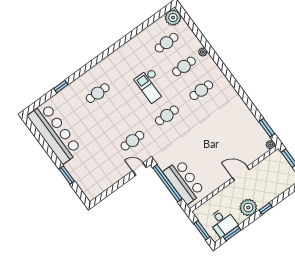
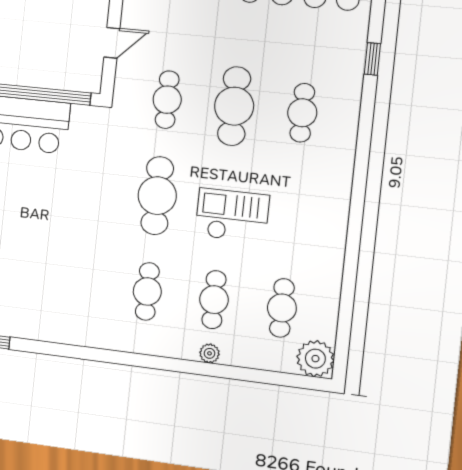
cafe table: (167, 115) -> (157, 196), width x1.37, depth x1.35
cafe table: (115, 117) -> (234, 106), added
door: (139, 169) -> (112, 43), moved

